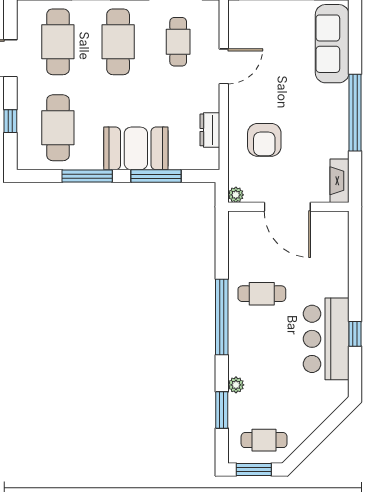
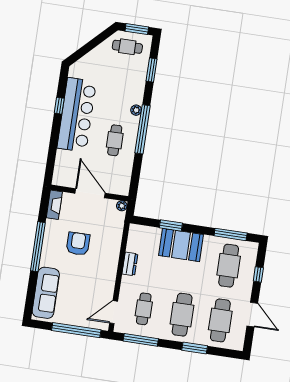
door: (224, 66) -> (114, 312), moved
dresser: (210, 130) -> (130, 264), moved
armchair: (264, 140) -> (78, 244), moved
window: (87, 176) -> (231, 234), moved
window: (156, 176) -> (171, 225), width x0.69
cafe table: (262, 294) -> (115, 140), turned 90
bar counter: (326, 339) -> (77, 115), width x1.36
plant: (236, 385) -> (136, 110), moved

